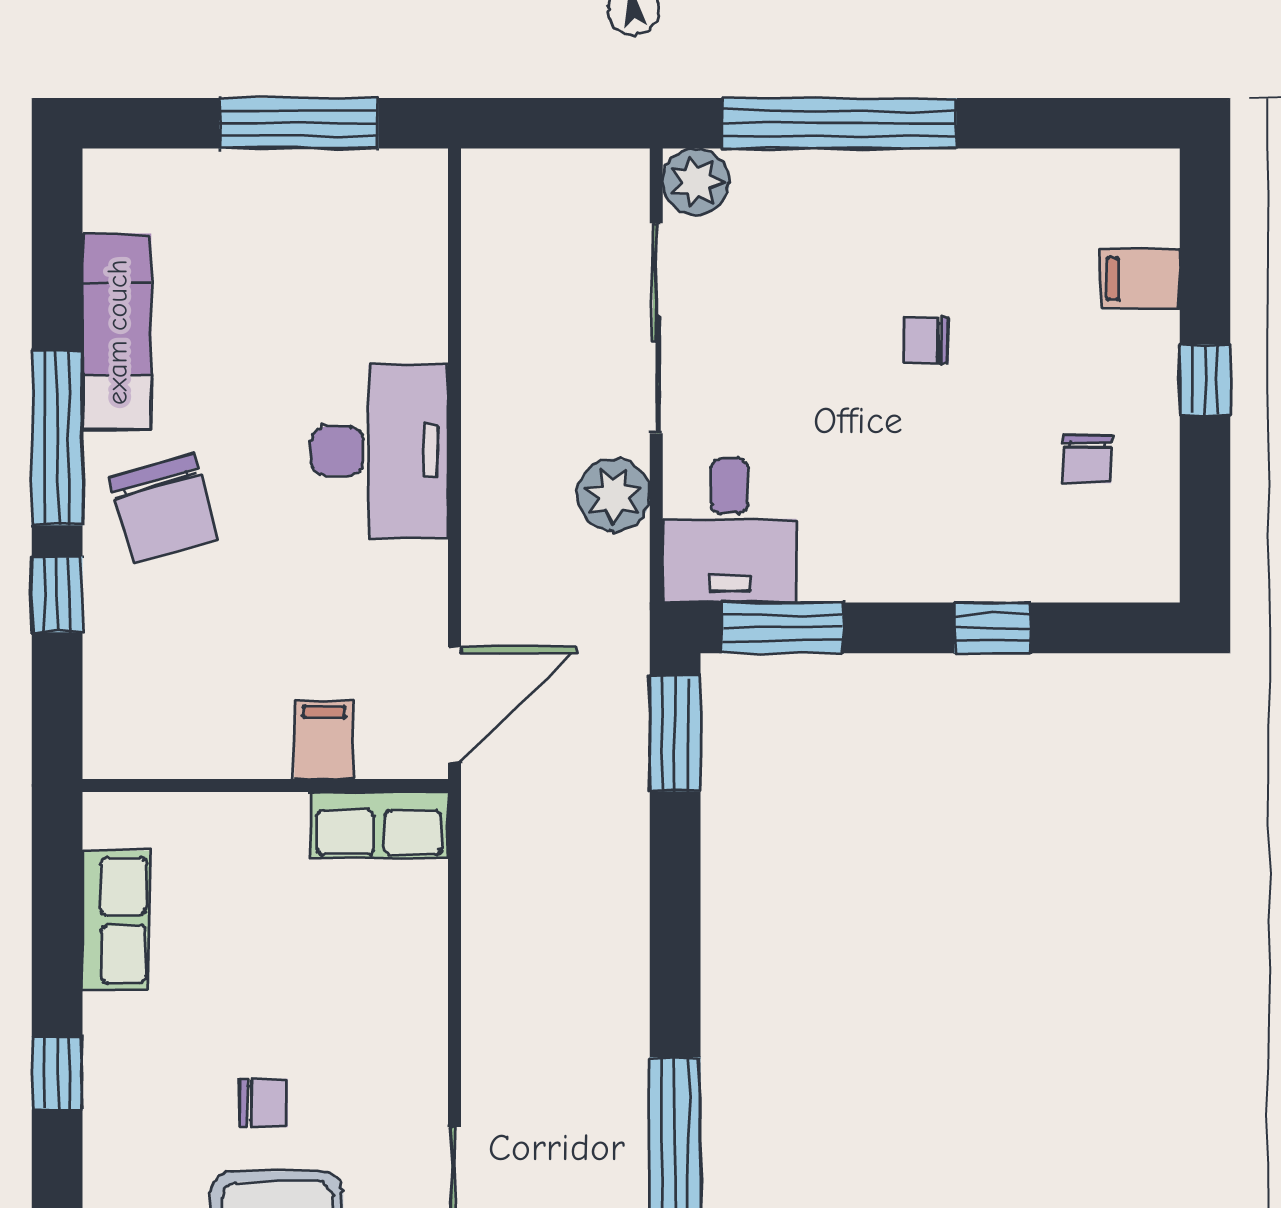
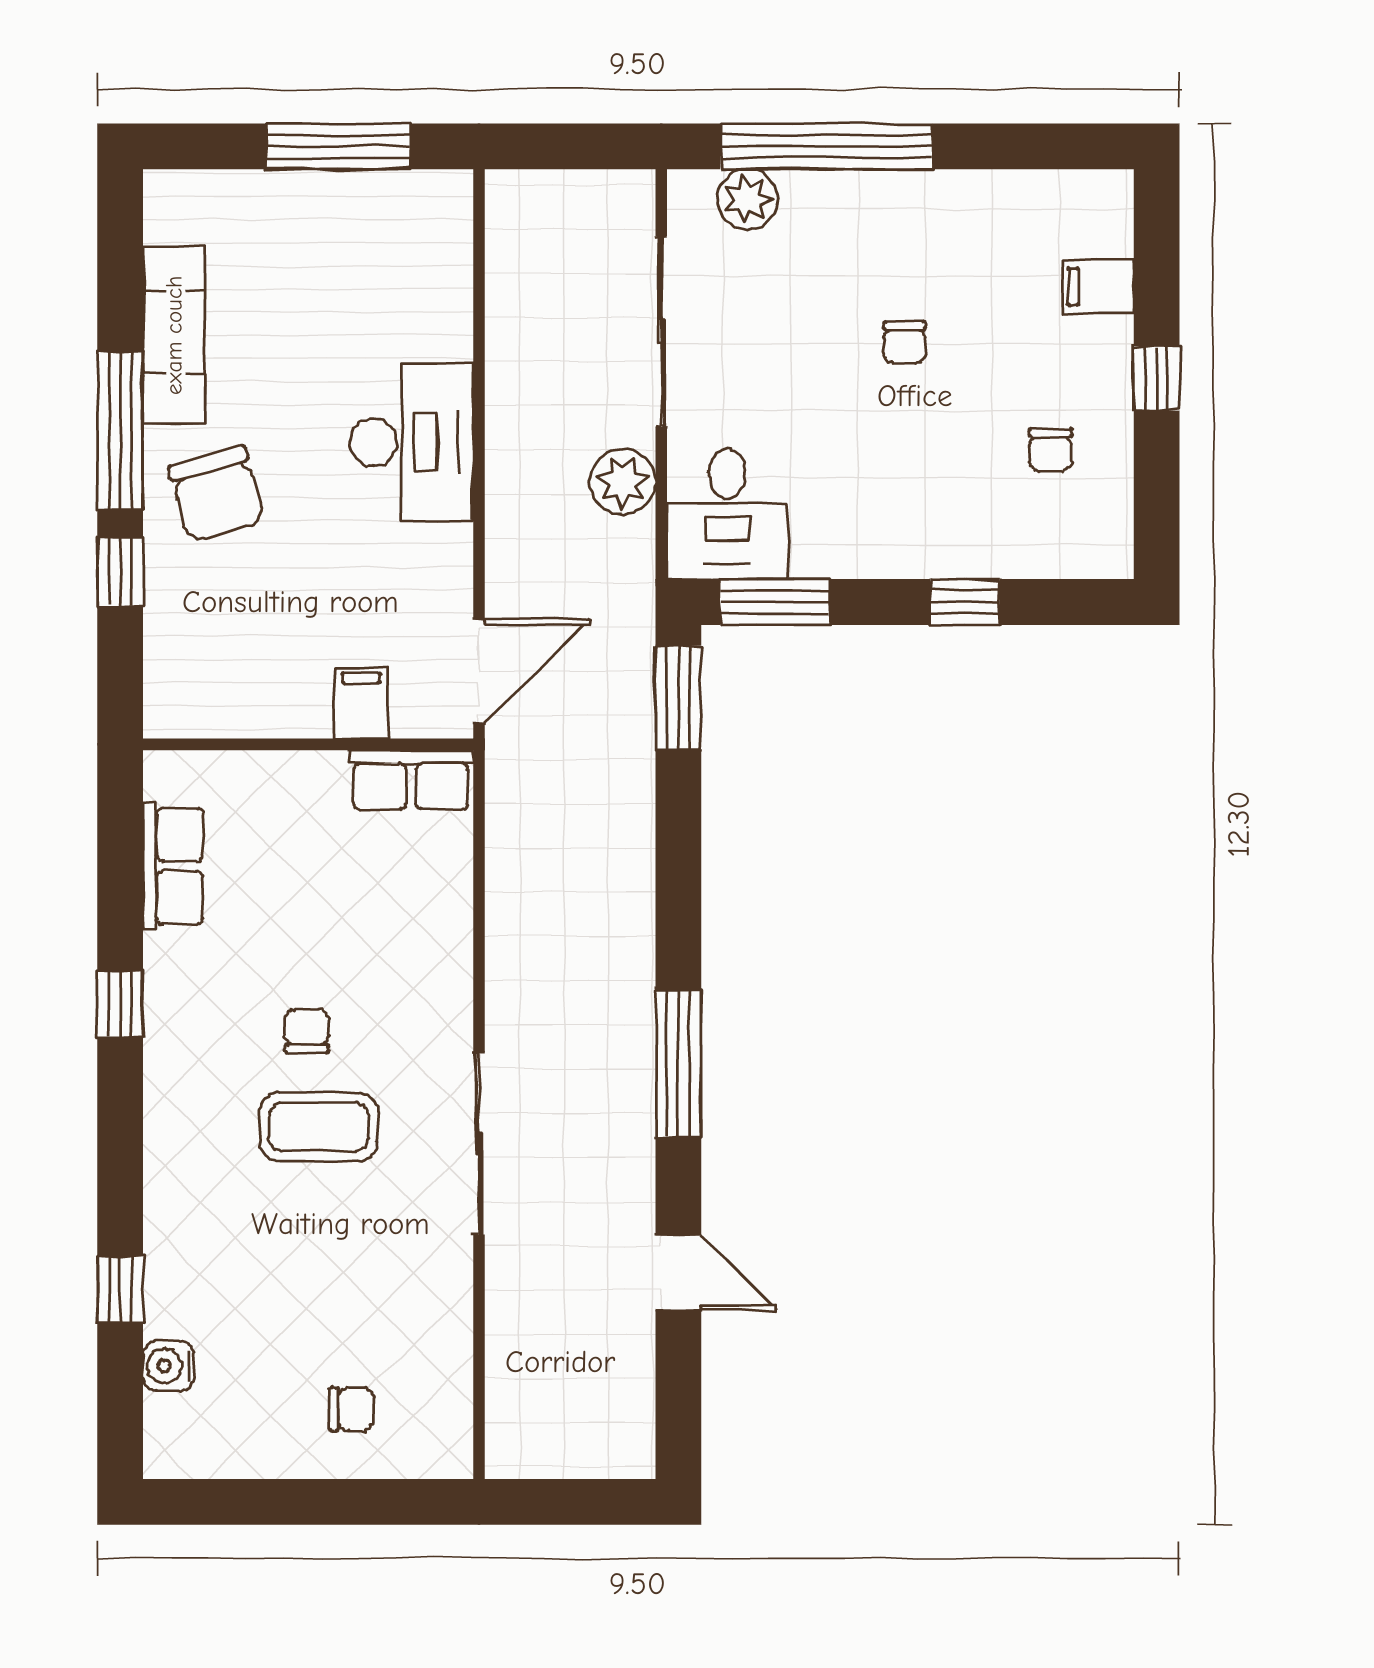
plant: (696, 182) -> (748, 199), moved
chair: (926, 340) -> (905, 342), turned -90
chair: (264, 1103) -> (307, 1031), turned -90

